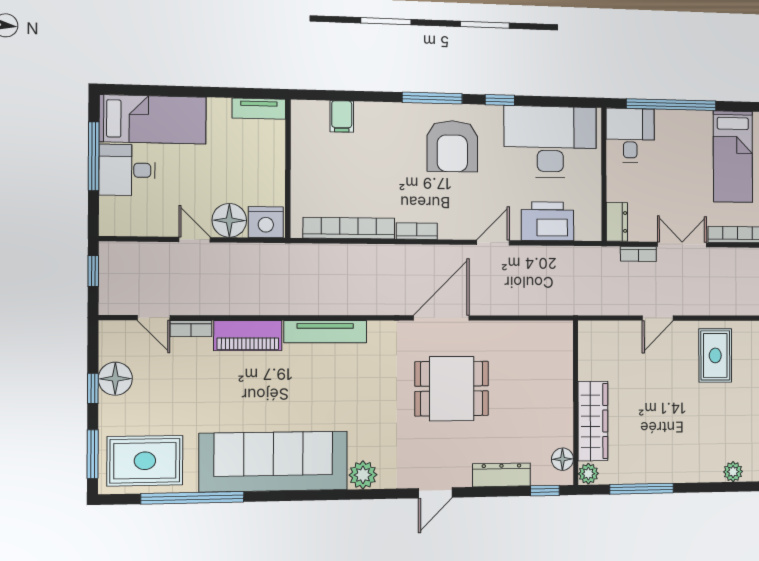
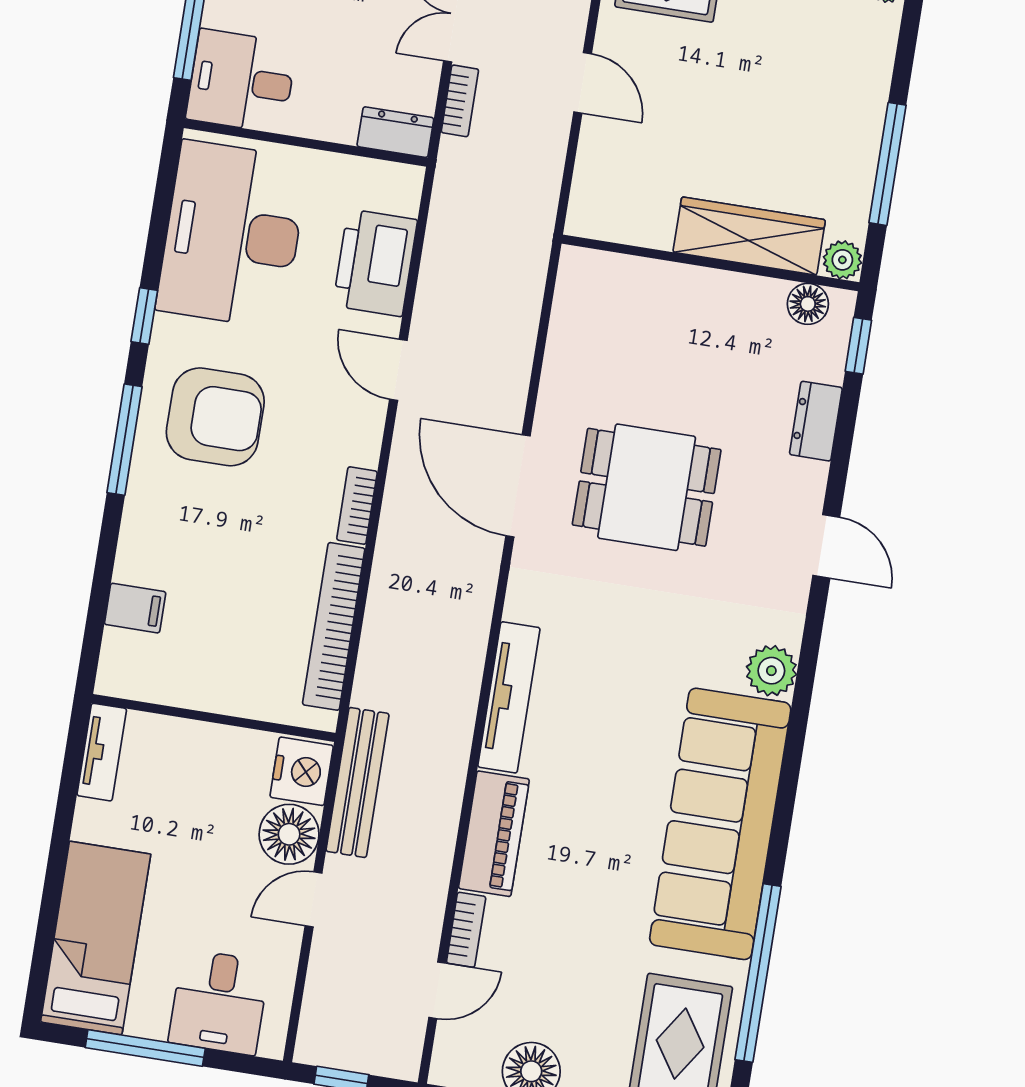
desk: (127, 170) -> (219, 1002), moved
bench: (265, 254) -> (358, 782), added
dining table: (452, 389) -> (647, 487), turned 90
dresser: (501, 475) -> (816, 421), width x0.70

